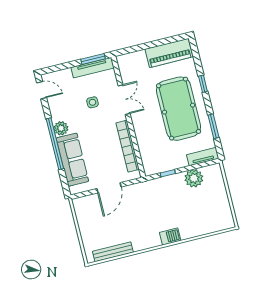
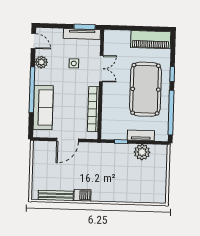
window: (213, 126) -> (171, 113), width x2.11
plant: (61, 128) -> (41, 62), moved
tv unit: (203, 157) -> (141, 135), moved
barbecue: (170, 236) -> (82, 195), moved

